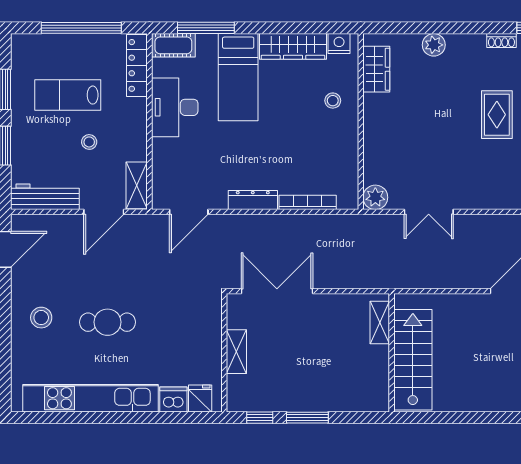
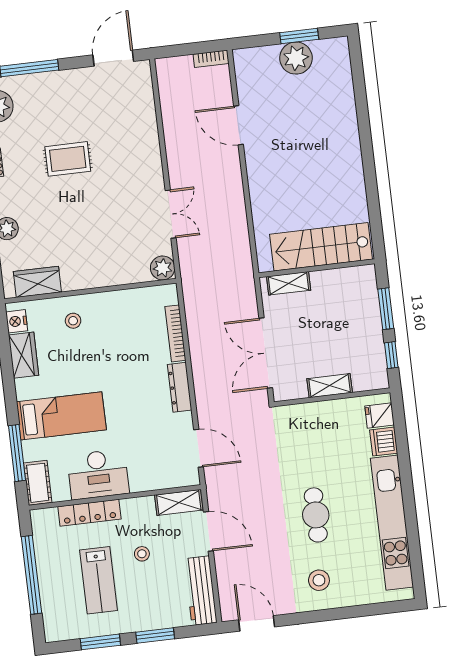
wardrobe: (293, 46) -> (24, 355), width x0.67
locker: (137, 65) -> (89, 513), moved
shelving: (380, 323) -> (289, 283), moved
wall: (392, 353) -> (317, 268), moved
stairs: (413, 360) -> (321, 247), moved

